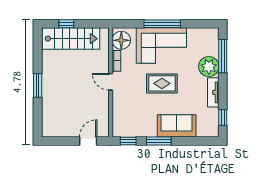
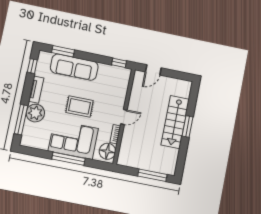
window: (66, 24) -> (152, 175), width x2.17
stairs: (71, 39) -> (175, 122), moved, turned -90
door: (111, 82) -> (124, 117), hinge flipped
sofa: (177, 126) -> (74, 67), width x1.36
window: (159, 141) -> (63, 51), moved

